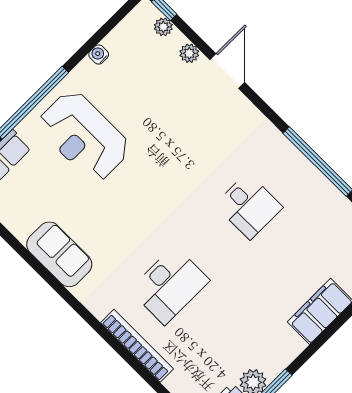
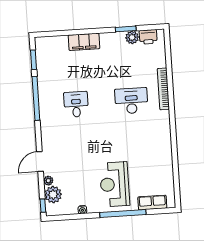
plant: (163, 27) -> (53, 195), width x1.88, depth x1.88
reception desk: (84, 136) -> (115, 184), turned 180
sofa: (59, 254) -> (162, 148), removed

